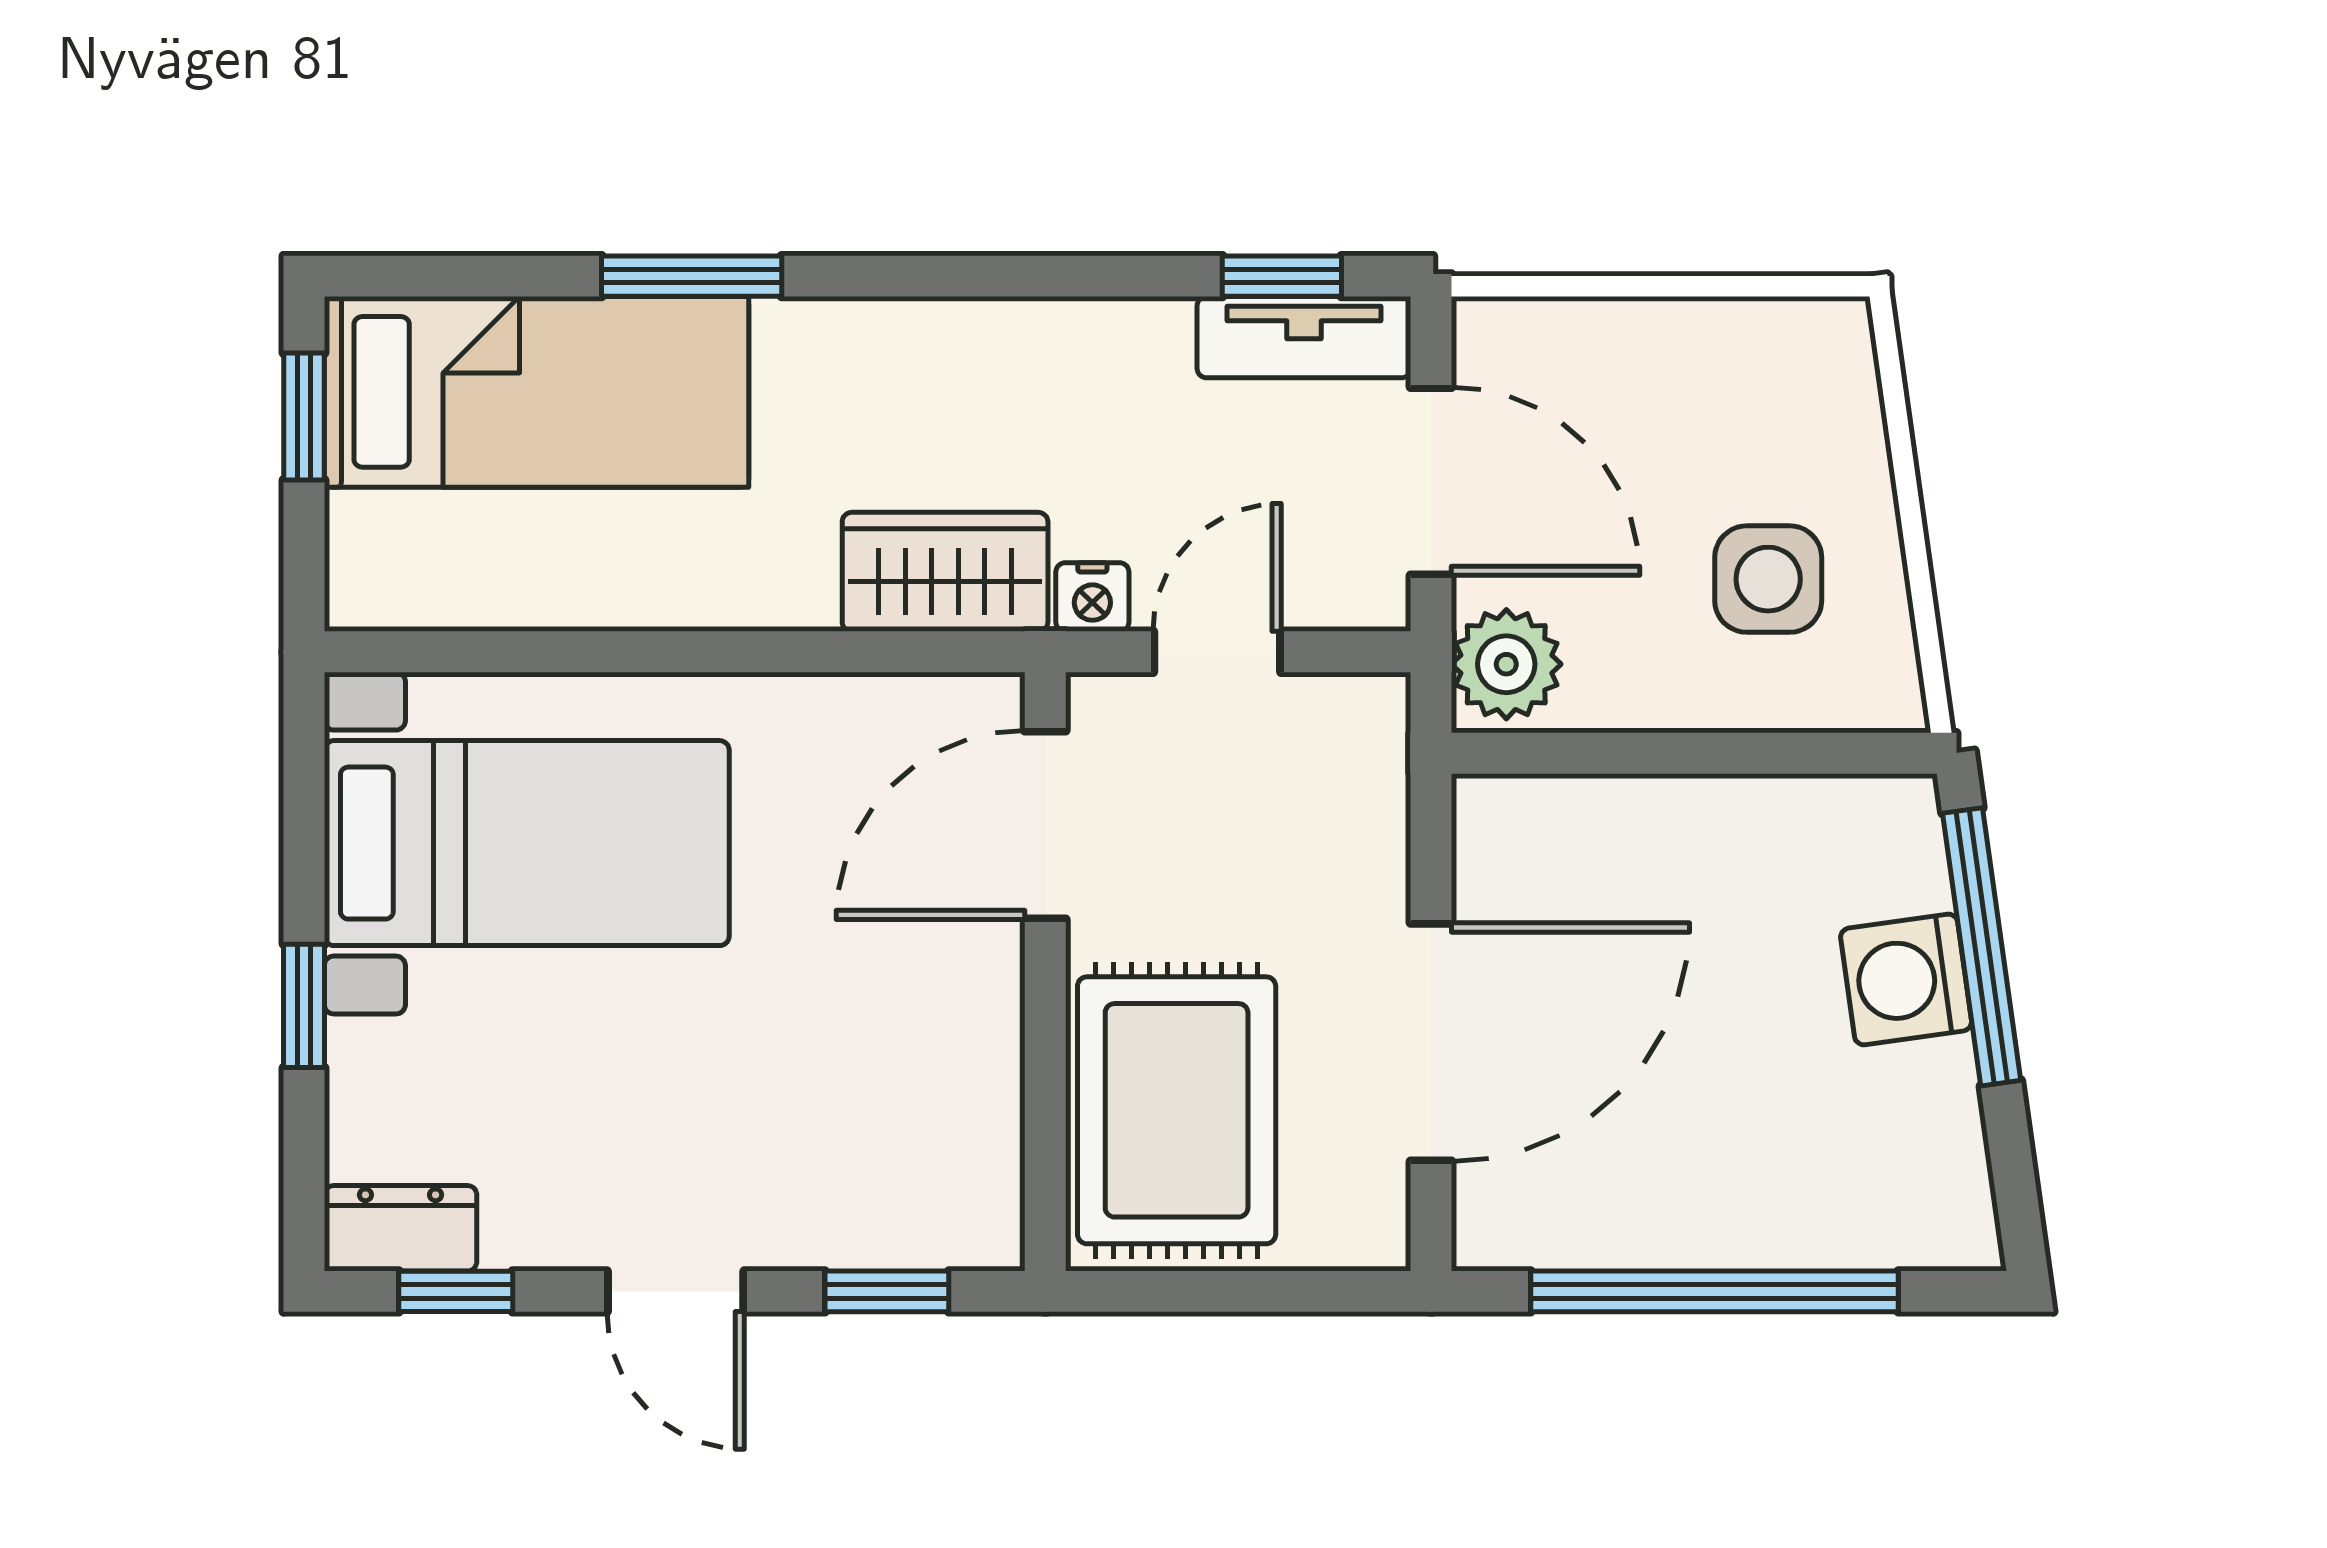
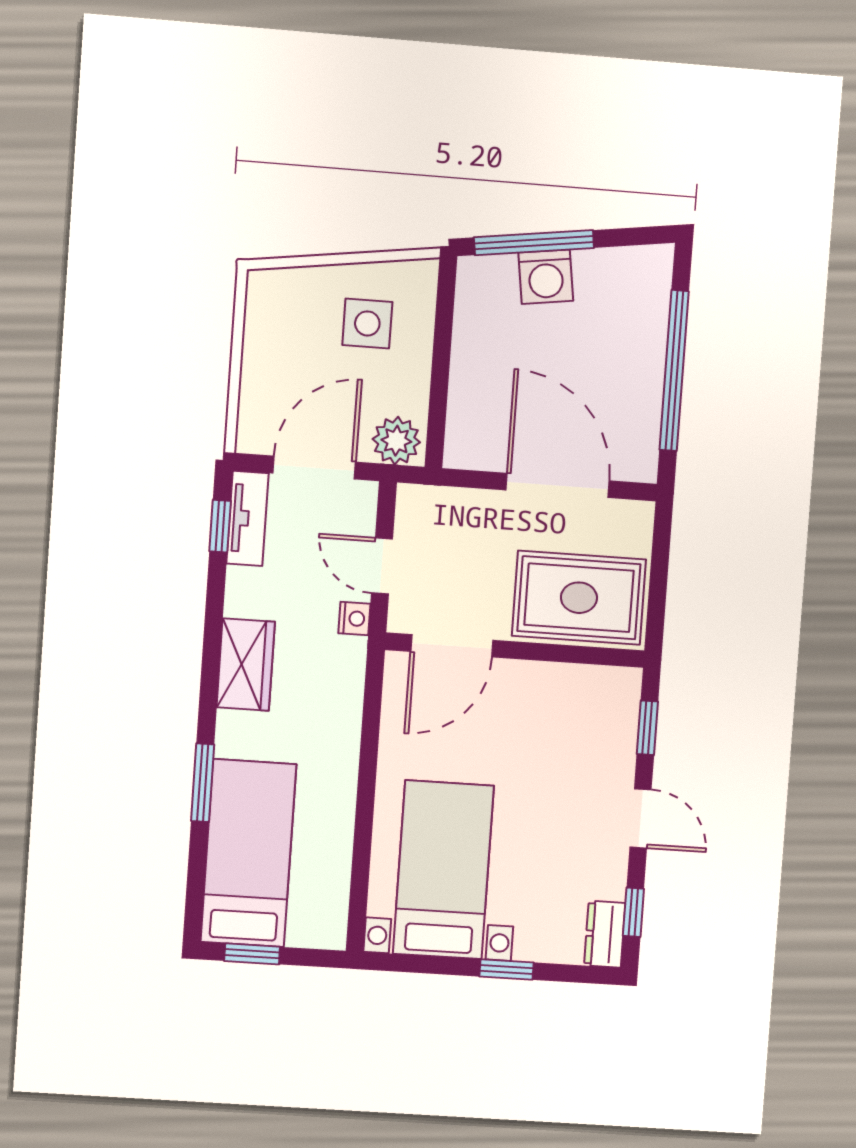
wardrobe: (945, 572) -> (246, 665), moved, turned 180
door: (1045, 825) -> (452, 646), hinge flipped
door: (676, 1291) -> (641, 818), hinge flipped

